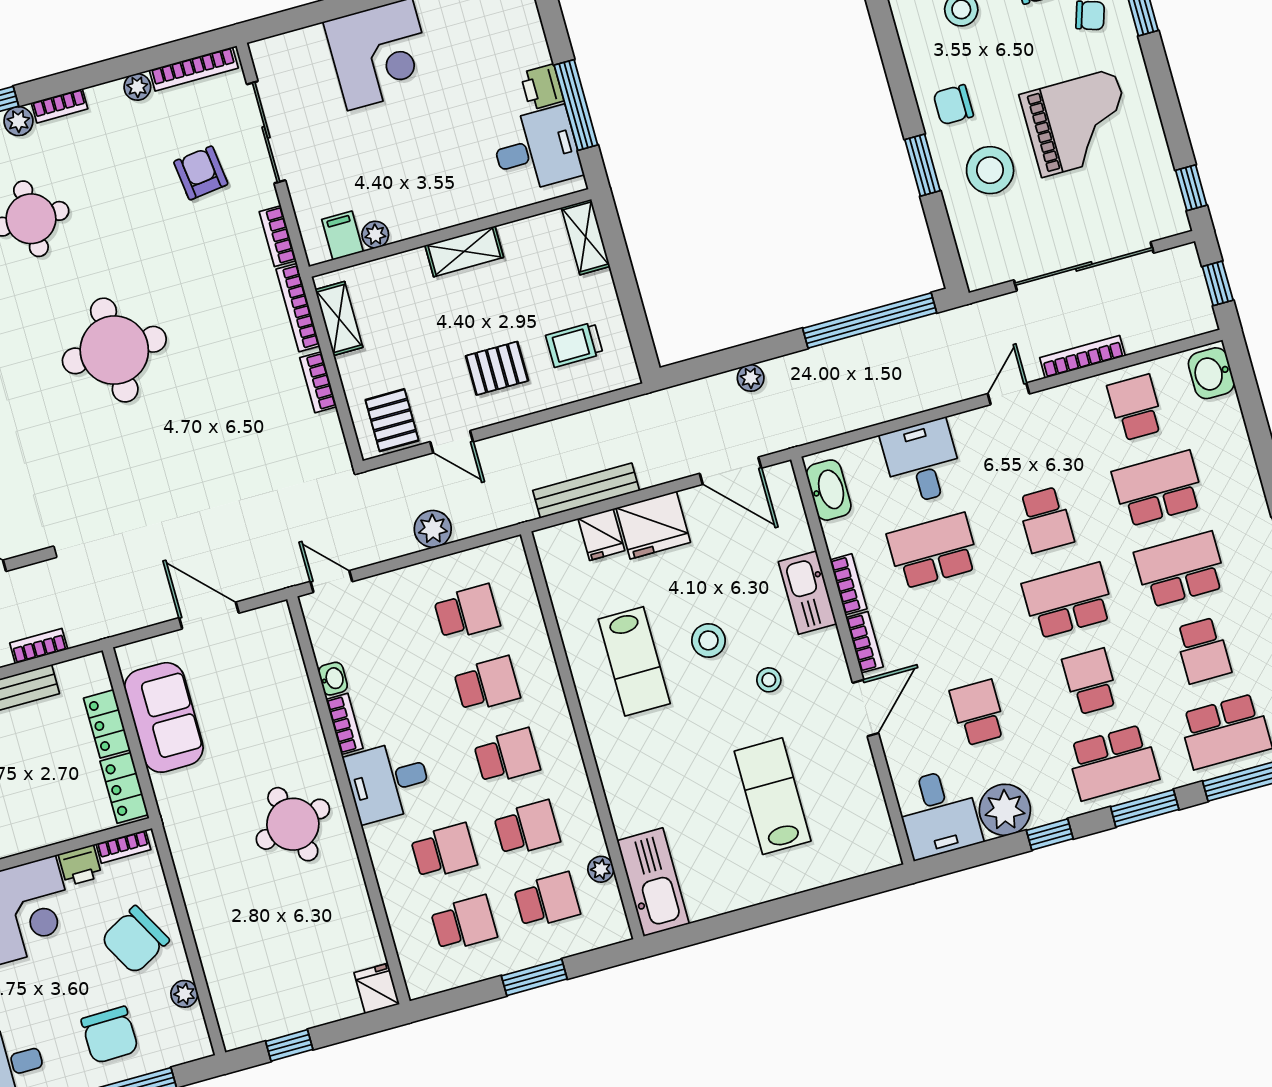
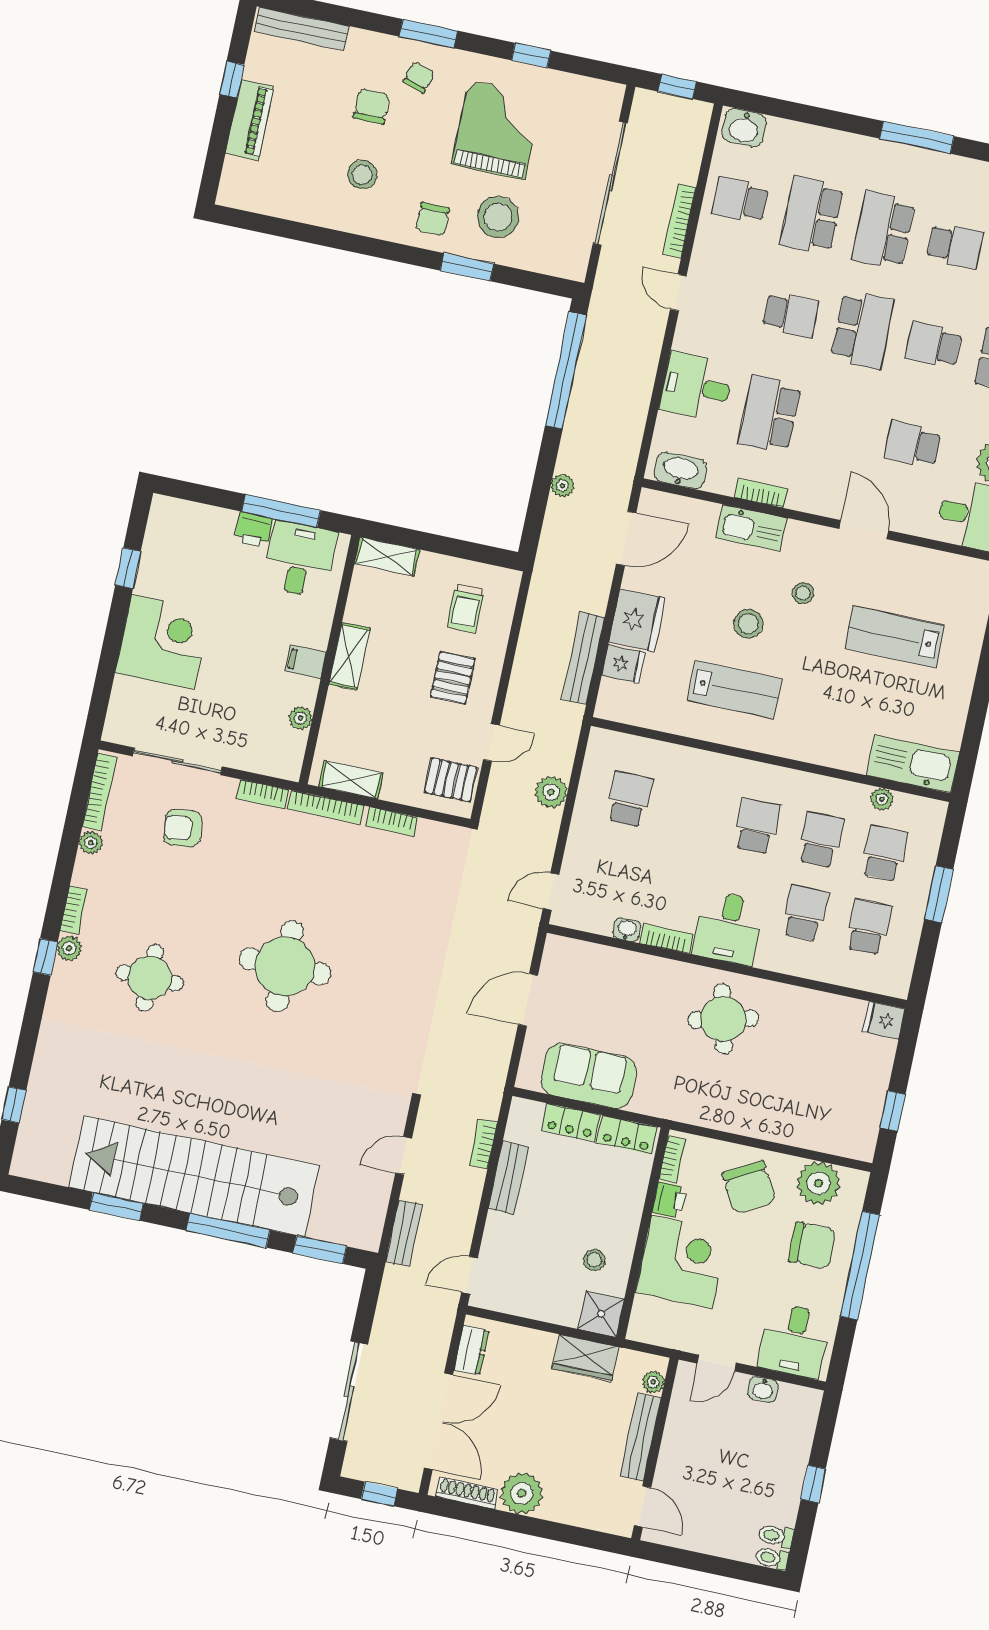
window: (1191, 188) -> (531, 55), moved
filing cabinet: (342, 236) -> (306, 662), moved
school desk: (1068, 601) -> (862, 330), turned 180
bookcase: (865, 642) -> (812, 504), removed
school desk: (487, 684) -> (693, 813), removed
plant: (184, 994) -> (818, 1183), width x1.88, depth x1.88

